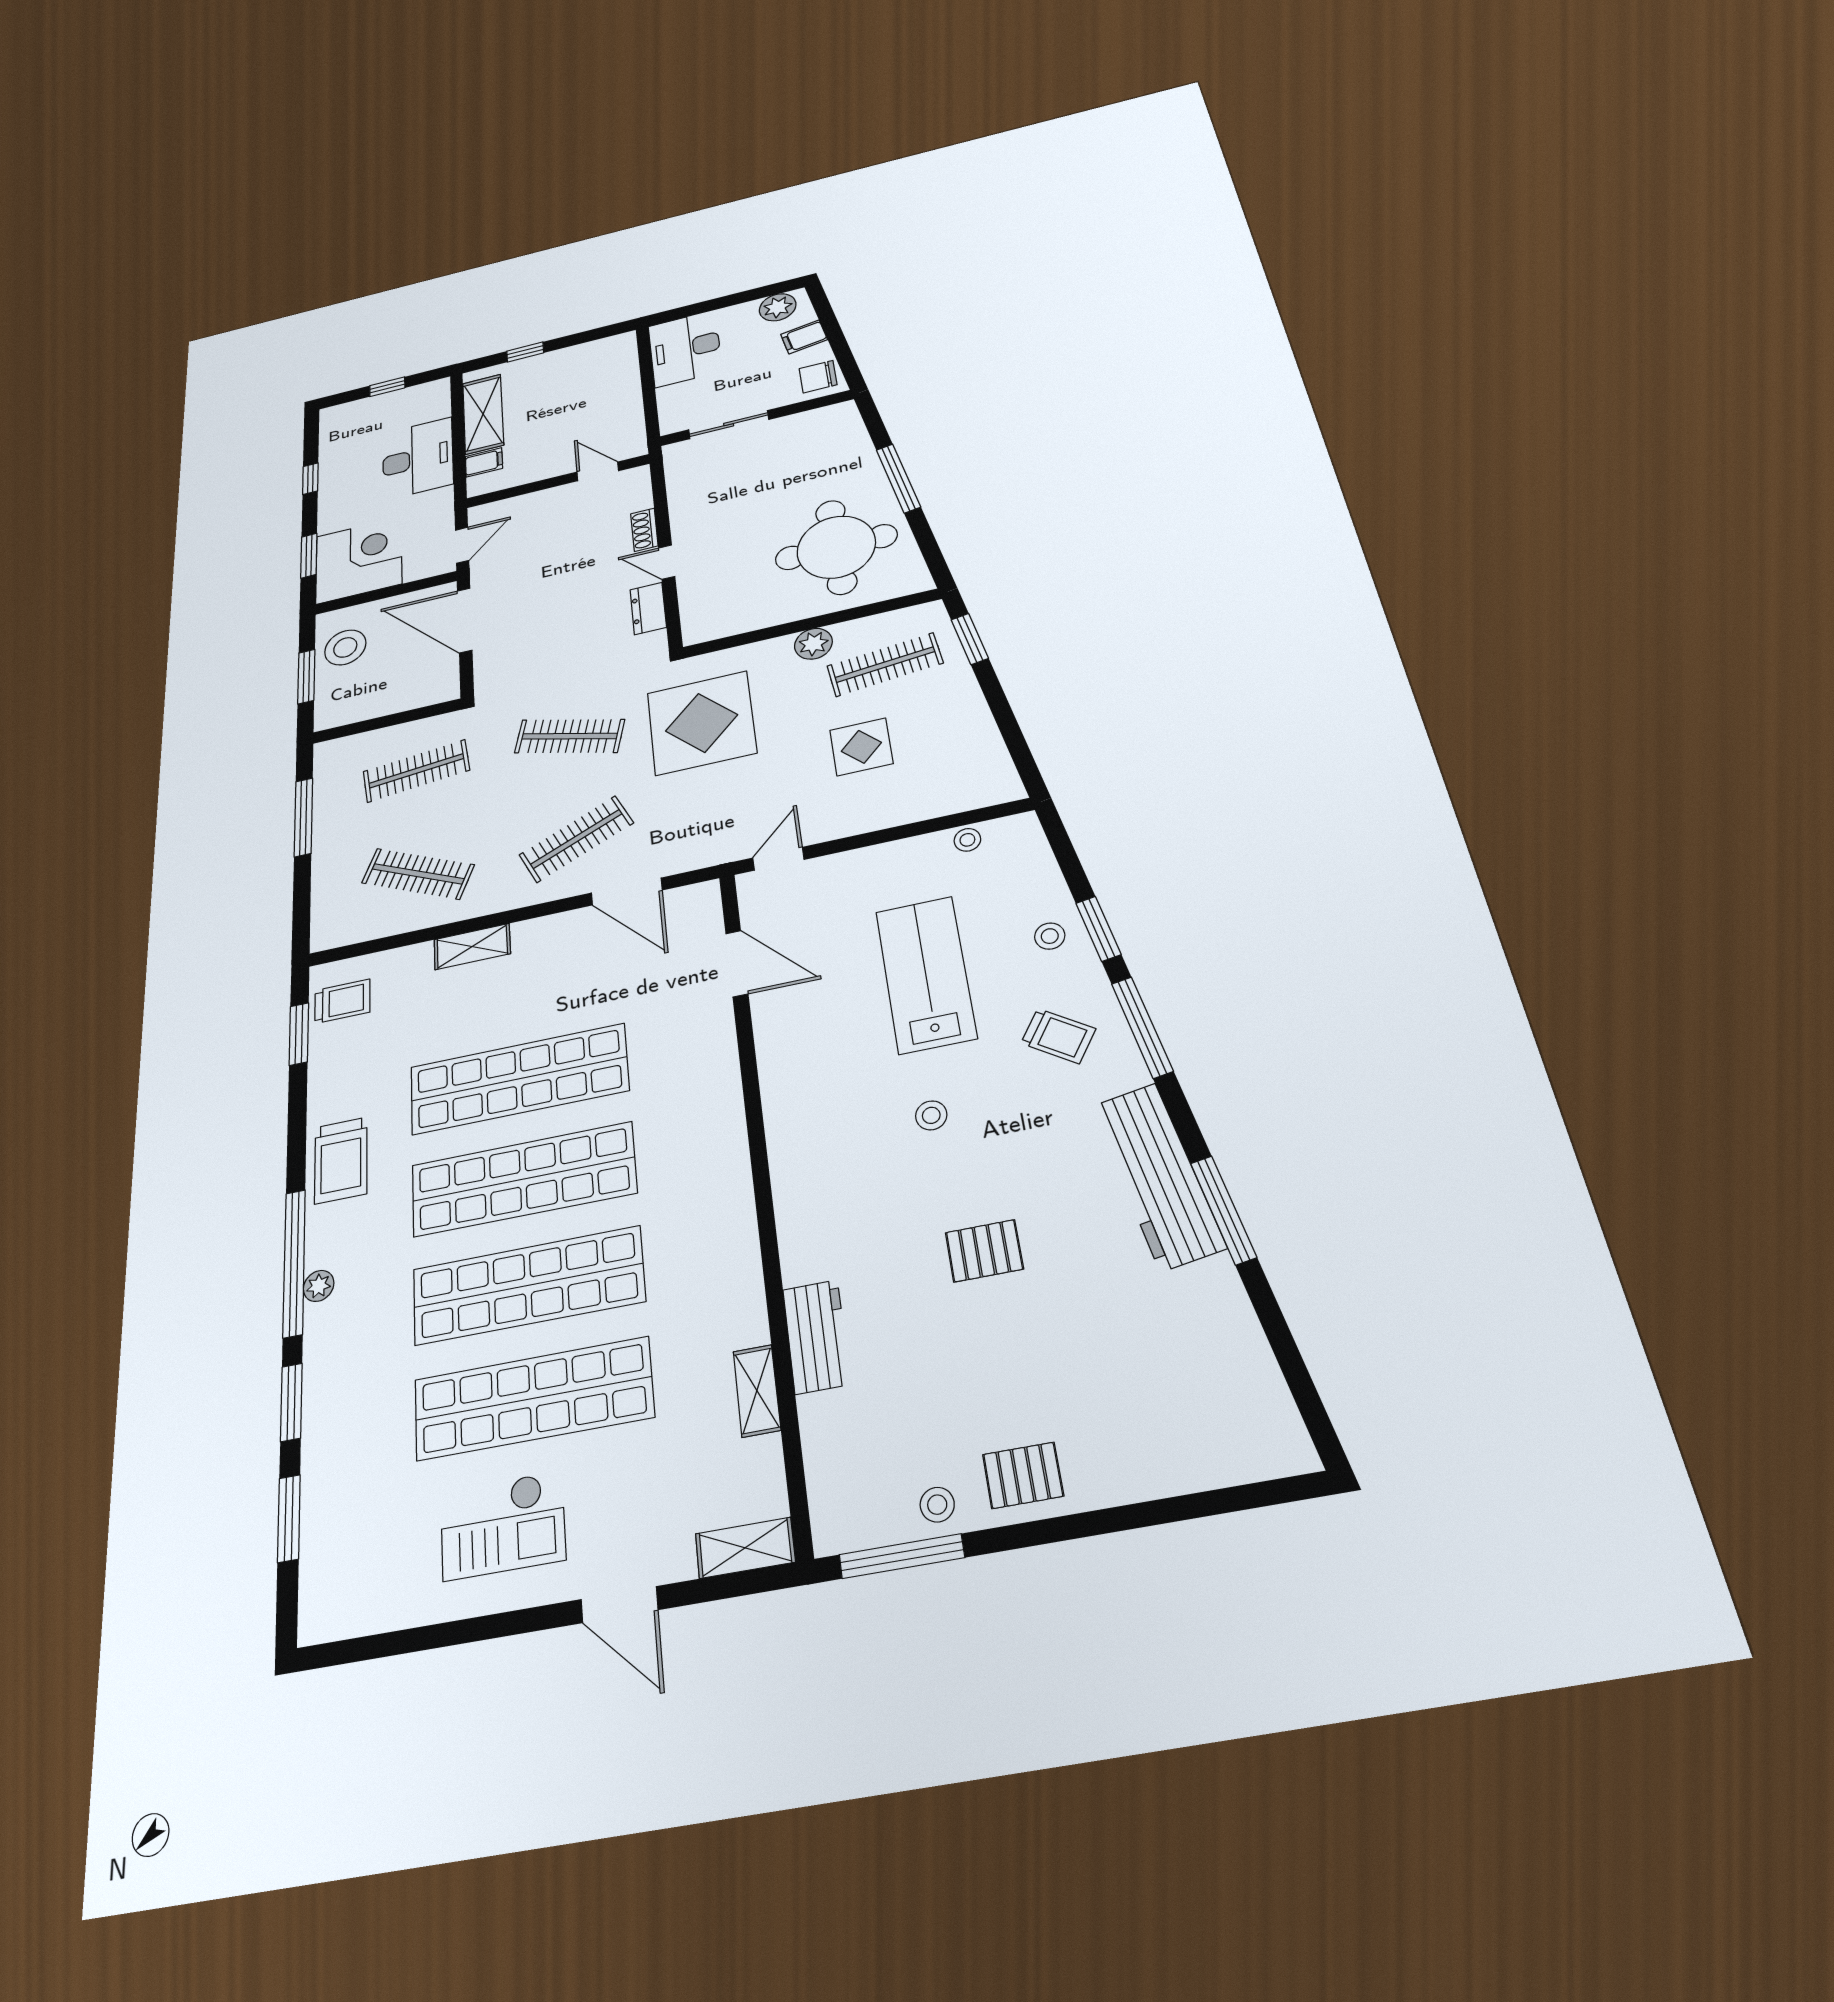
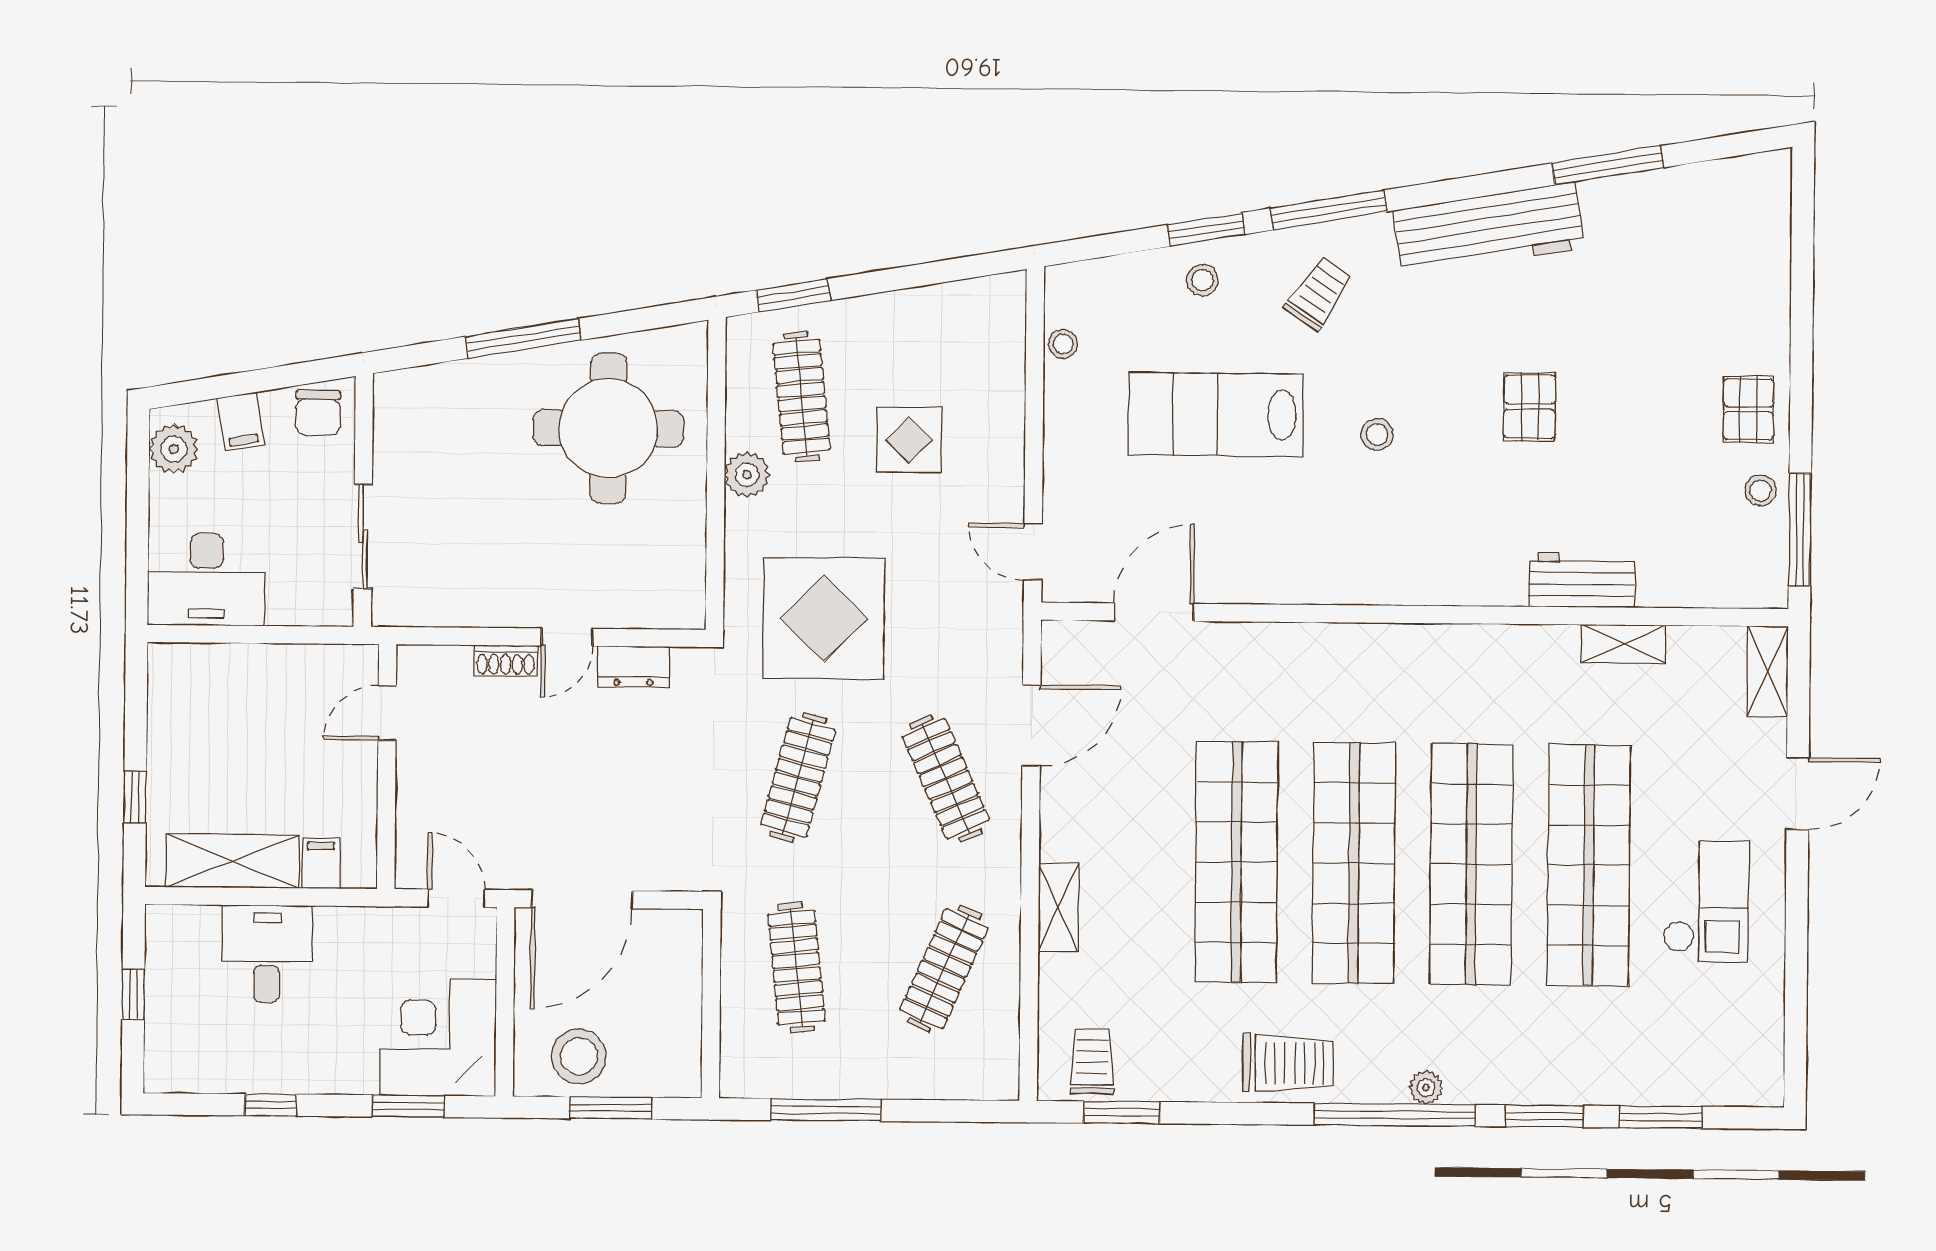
desk: (418, 459) -> (267, 954), width x0.73
window: (1223, 1210) -> (1608, 165), moved

